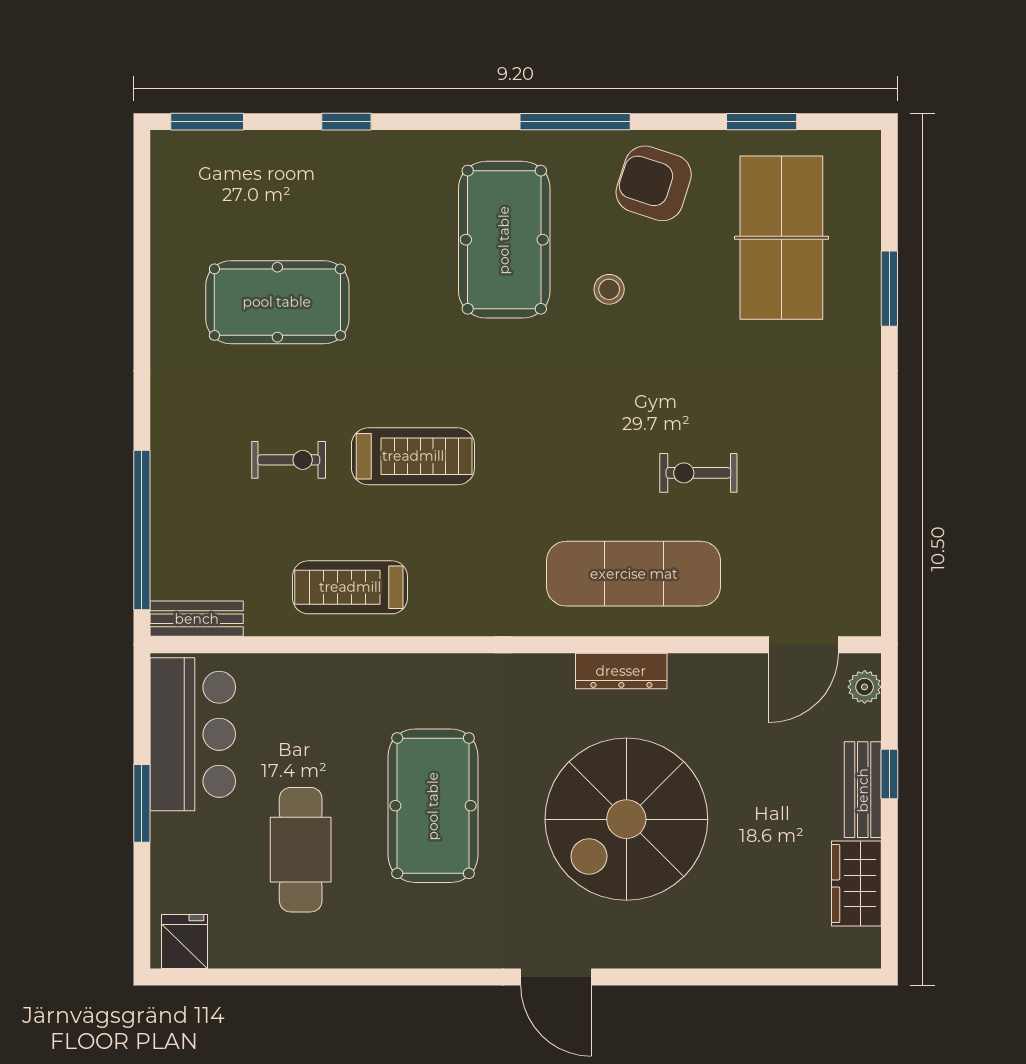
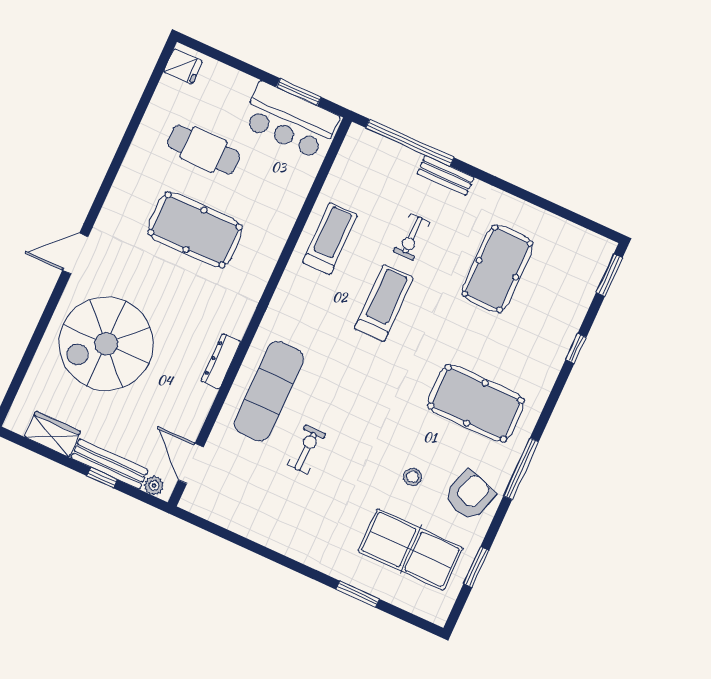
stool: (609, 289) -> (413, 477), moved
treadmill: (413, 456) -> (384, 303), turned 180
bench: (197, 619) -> (446, 175), moved, turned 90
bench: (863, 790) -> (109, 464), width x1.36
window: (142, 803) -> (299, 92), moved
spiral stairs: (626, 819) -> (106, 344), moved, turned -90

